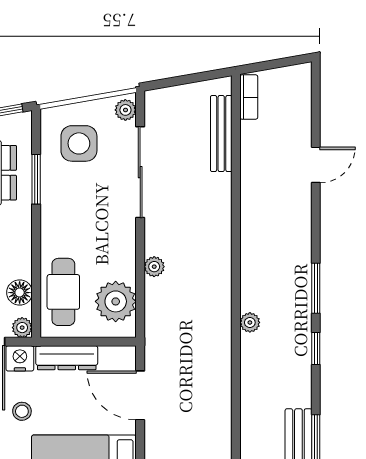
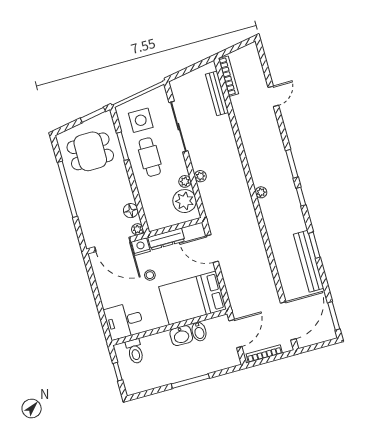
bookcase: (249, 97) -> (228, 76), width x1.56
plant: (125, 110) -> (185, 181), moved
cafe table: (63, 292) -> (150, 157), moved

